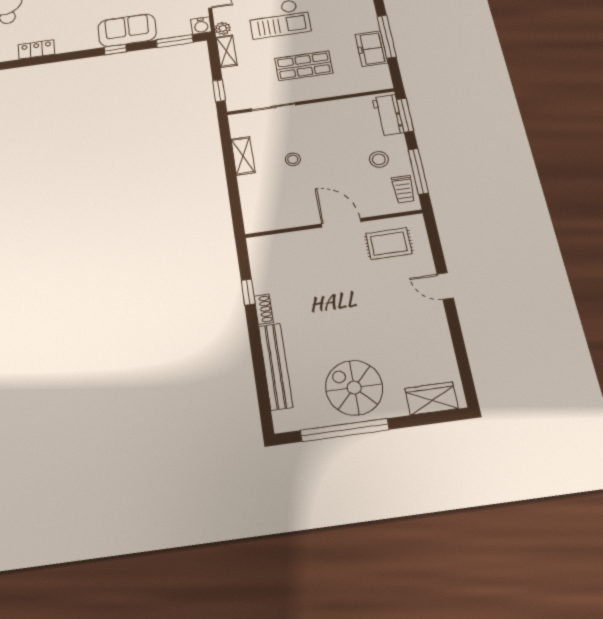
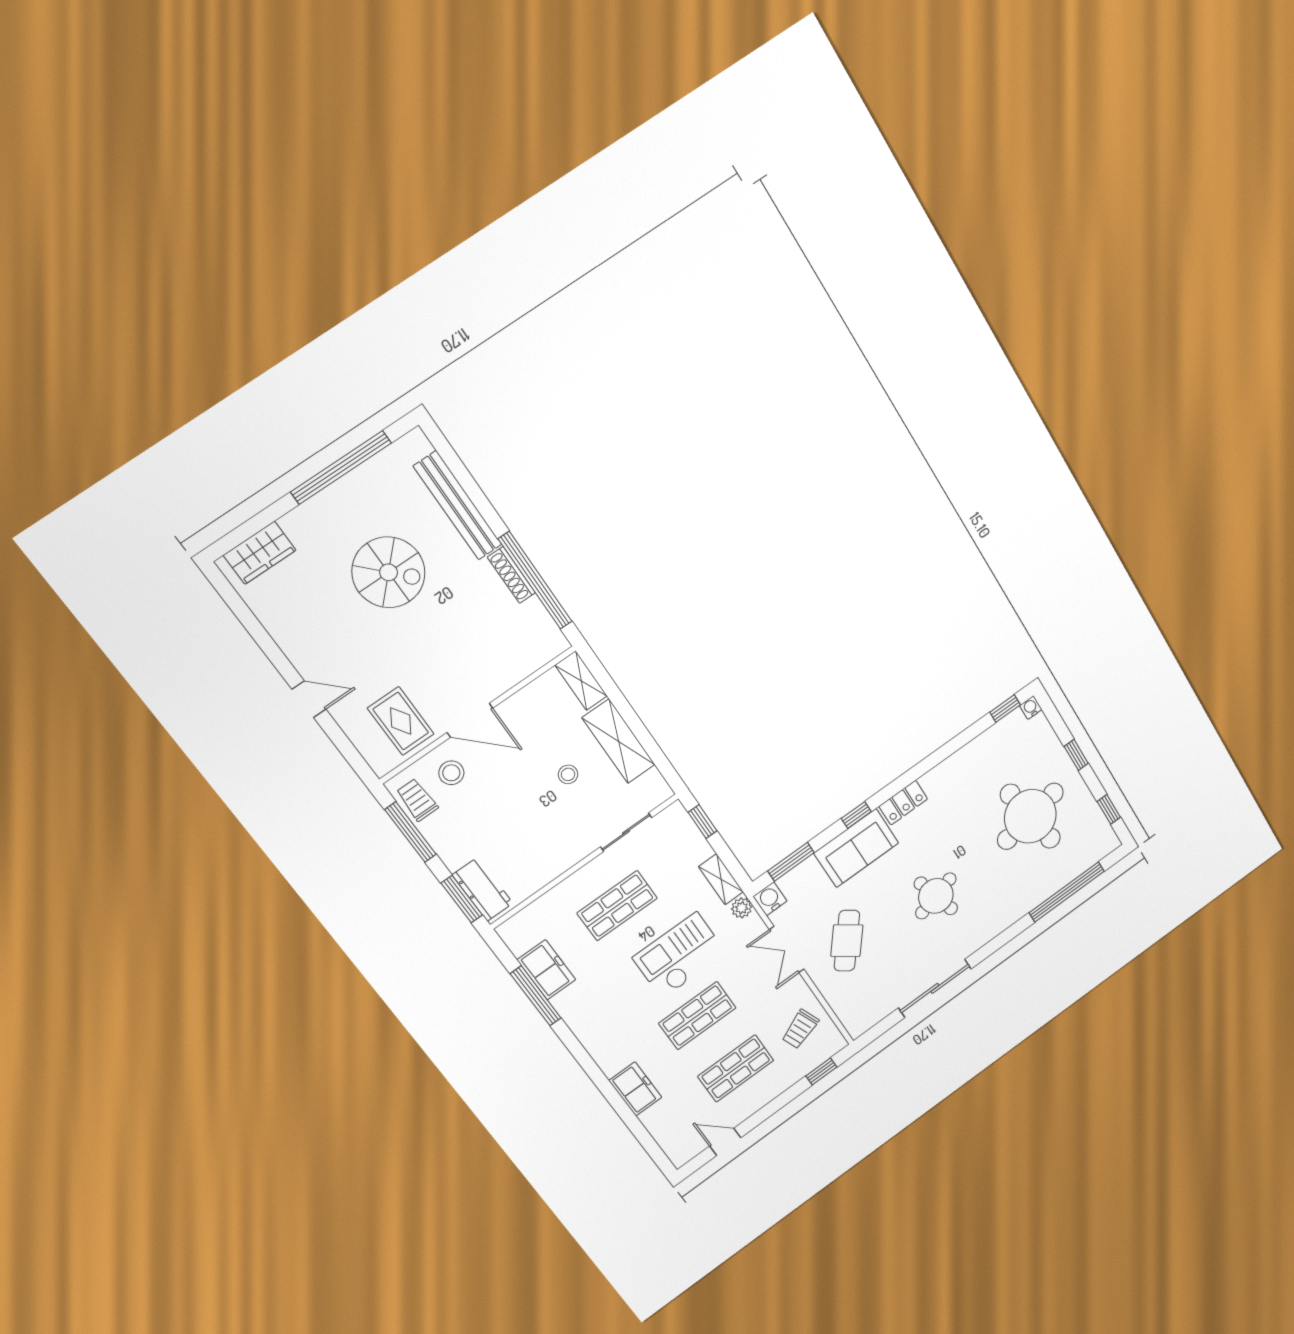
locker: (36, 49) -> (903, 803), moved
shelving: (243, 156) -> (619, 741), width x1.50, depth x1.33
stool: (379, 159) -> (451, 773), moved
shelving: (252, 214) -> (581, 681), added
rug: (389, 244) -> (401, 721), turned 90
window: (248, 292) -> (535, 580), width x3.17
shoe rack: (264, 309) -> (511, 575), width x1.43
spiral stairs: (354, 388) -> (389, 572), moved

